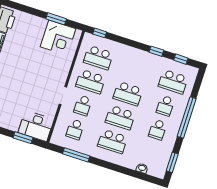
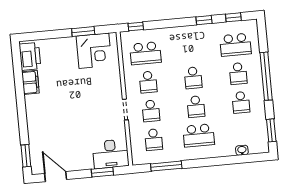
school desk: (91, 82) -> (148, 82), width x0.54
school desk: (128, 94) -> (193, 78), width x0.54
school desk: (120, 118) -> (196, 107), width x0.54

